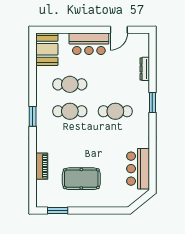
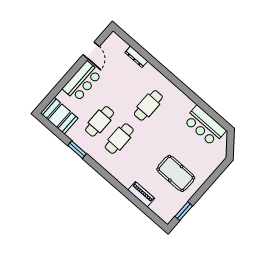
window: (152, 103) -> (166, 73), removed
window: (33, 116) -> (77, 150), moved
pool table: (81, 179) -> (176, 173), turned 90

